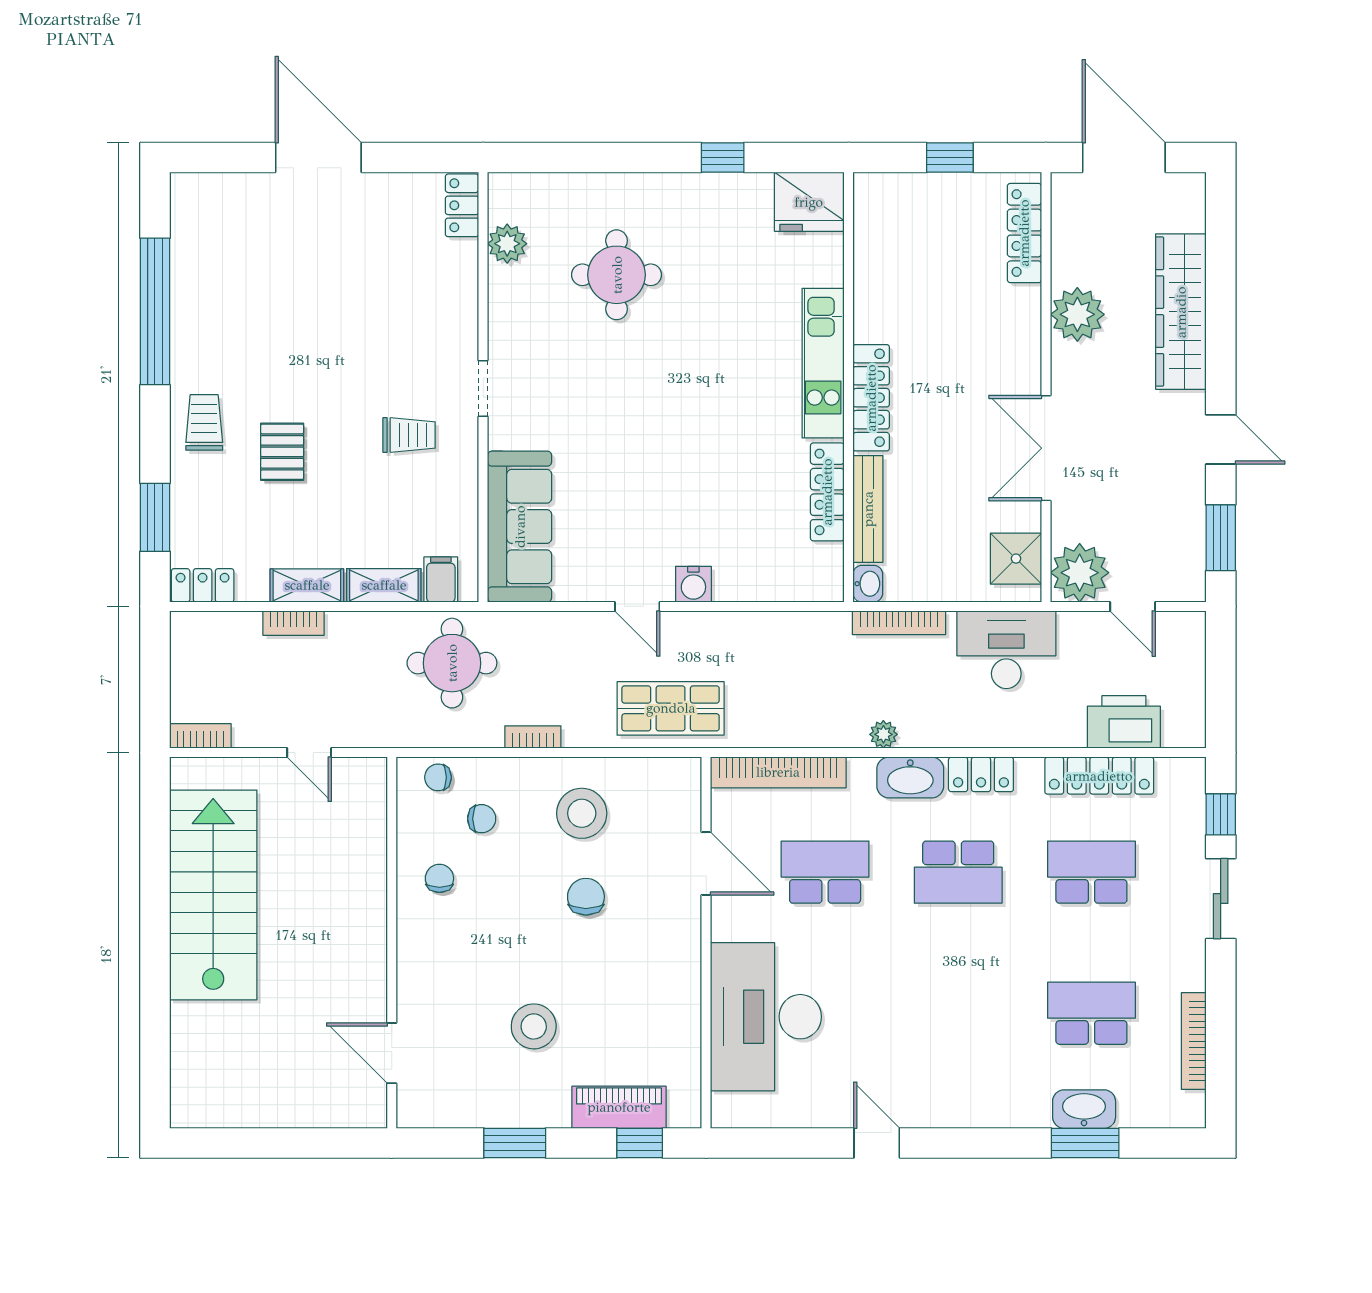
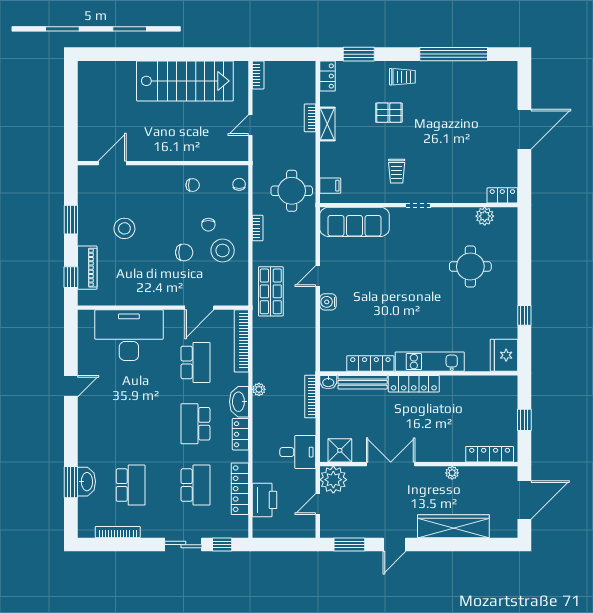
plant: (1077, 314) -> (452, 473), width x0.53, depth x0.53
shelving: (384, 585) -> (327, 159), removed
desk: (1006, 650) -> (298, 452), width x0.73
chair: (482, 819) -> (208, 225), moved

